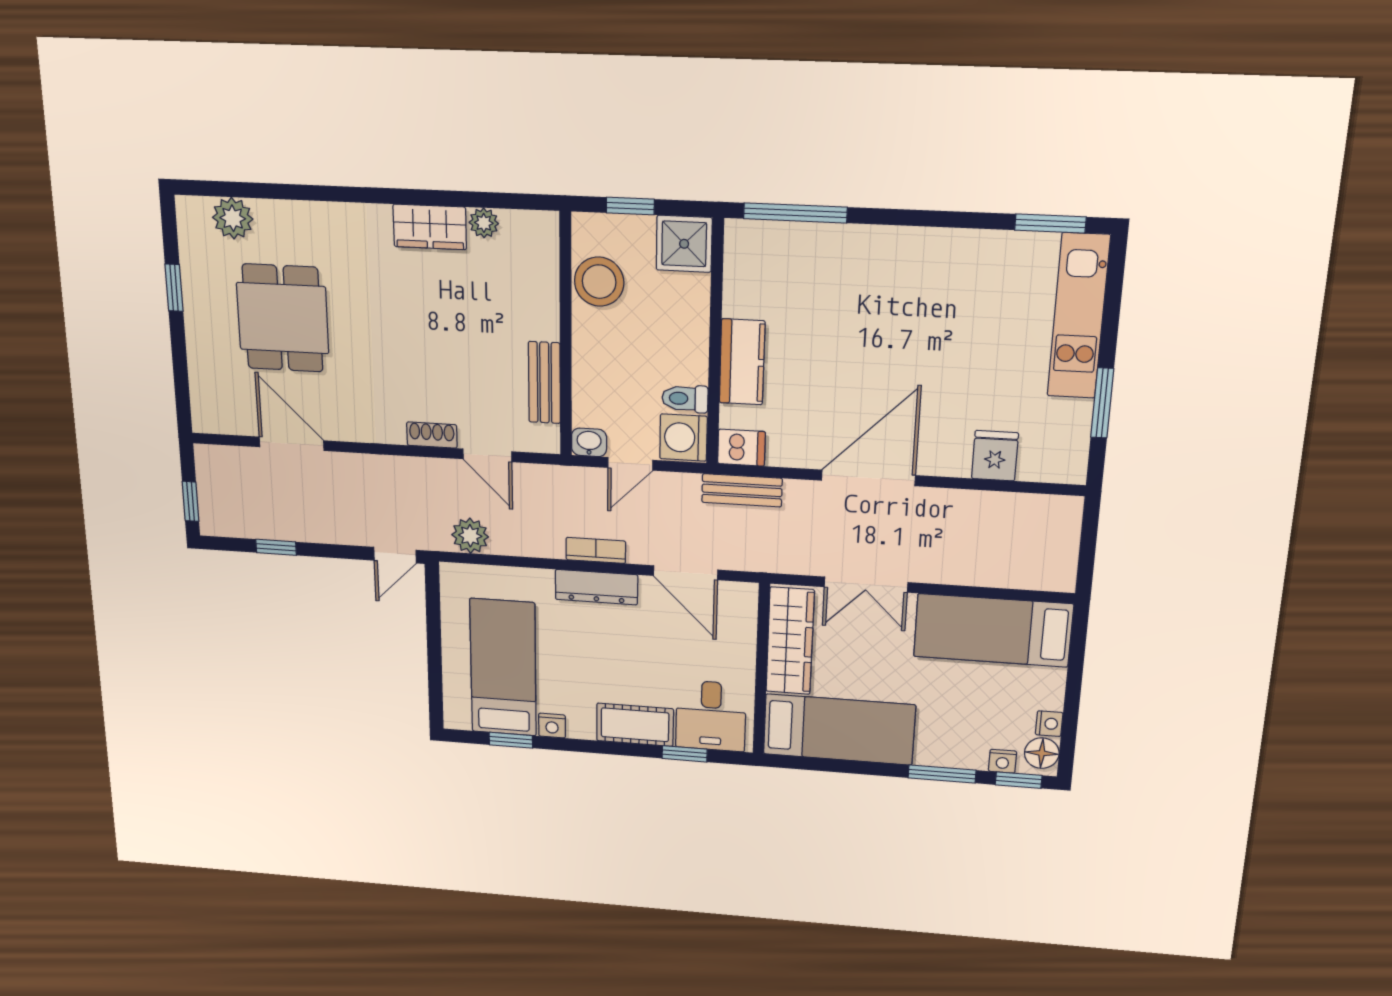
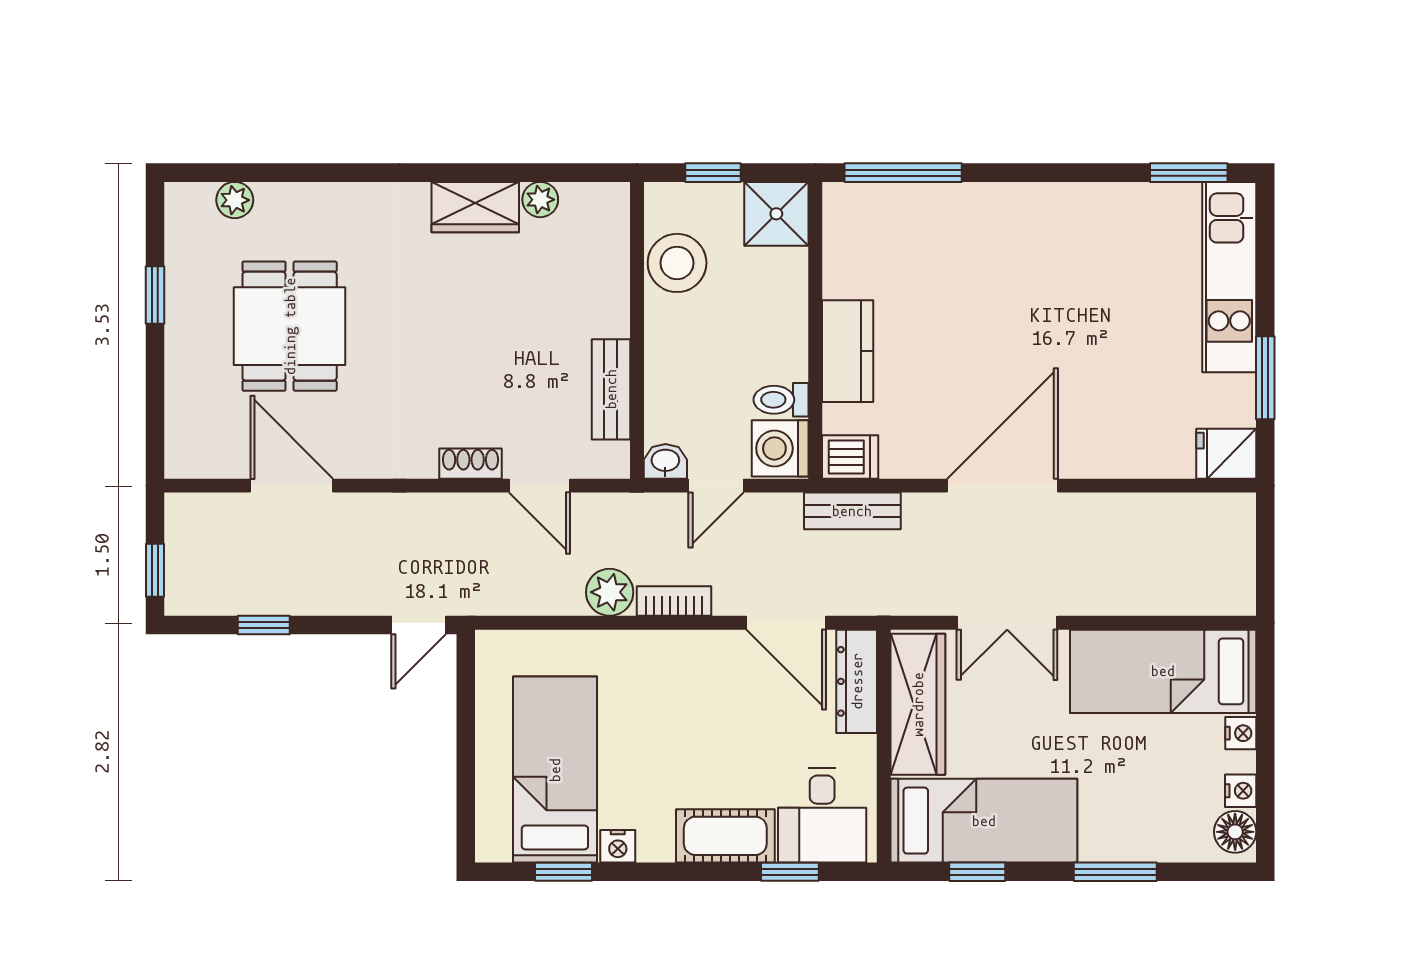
plant: (233, 218) -> (235, 200), width x0.73, depth x0.73
fridge: (995, 456) -> (1226, 454), moved, turned -90
plant: (470, 536) -> (610, 592), moved
dresser: (596, 587) -> (857, 681), moved, turned 90
nightstand: (1003, 761) -> (1241, 733), moved, turned -90
window: (1019, 780) -> (977, 872), moved

